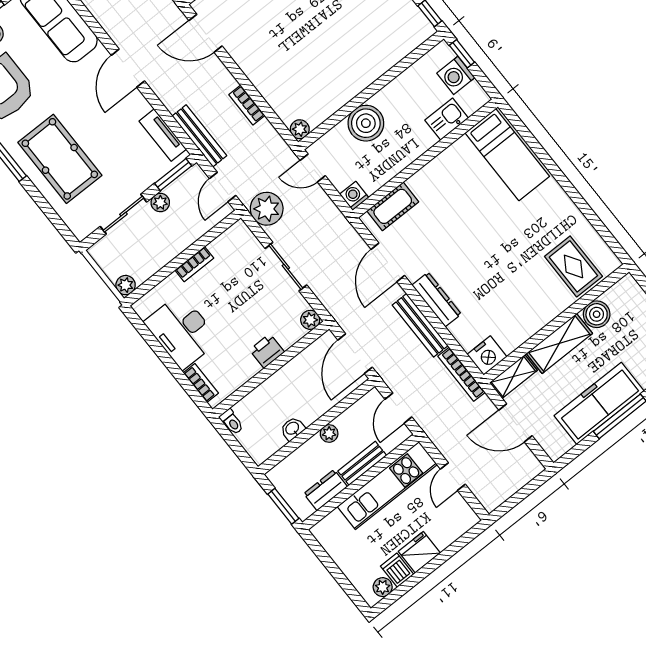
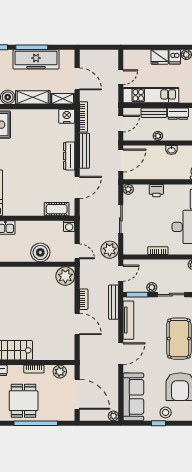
door: (206, 33) -> (77, 324), moved
plant: (300, 129) -> (65, 276), width x1.88, depth x1.88
tv unit: (163, 135) -> (128, 320), width x1.41

